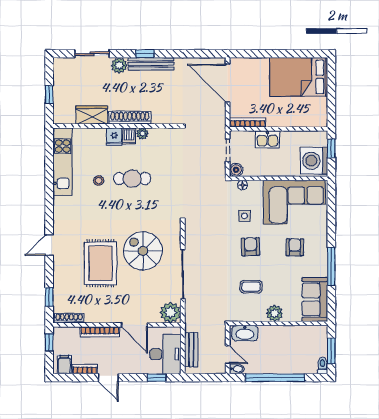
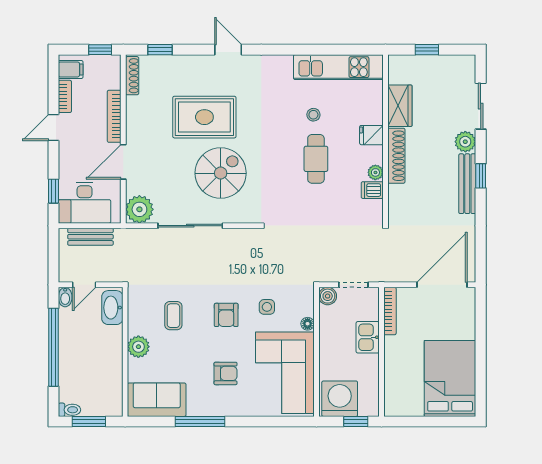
dishwasher: (129, 136) -> (372, 190), moved
floor lamp: (243, 185) -> (308, 324), moved
armchair: (251, 247) -> (226, 315), turned 92

